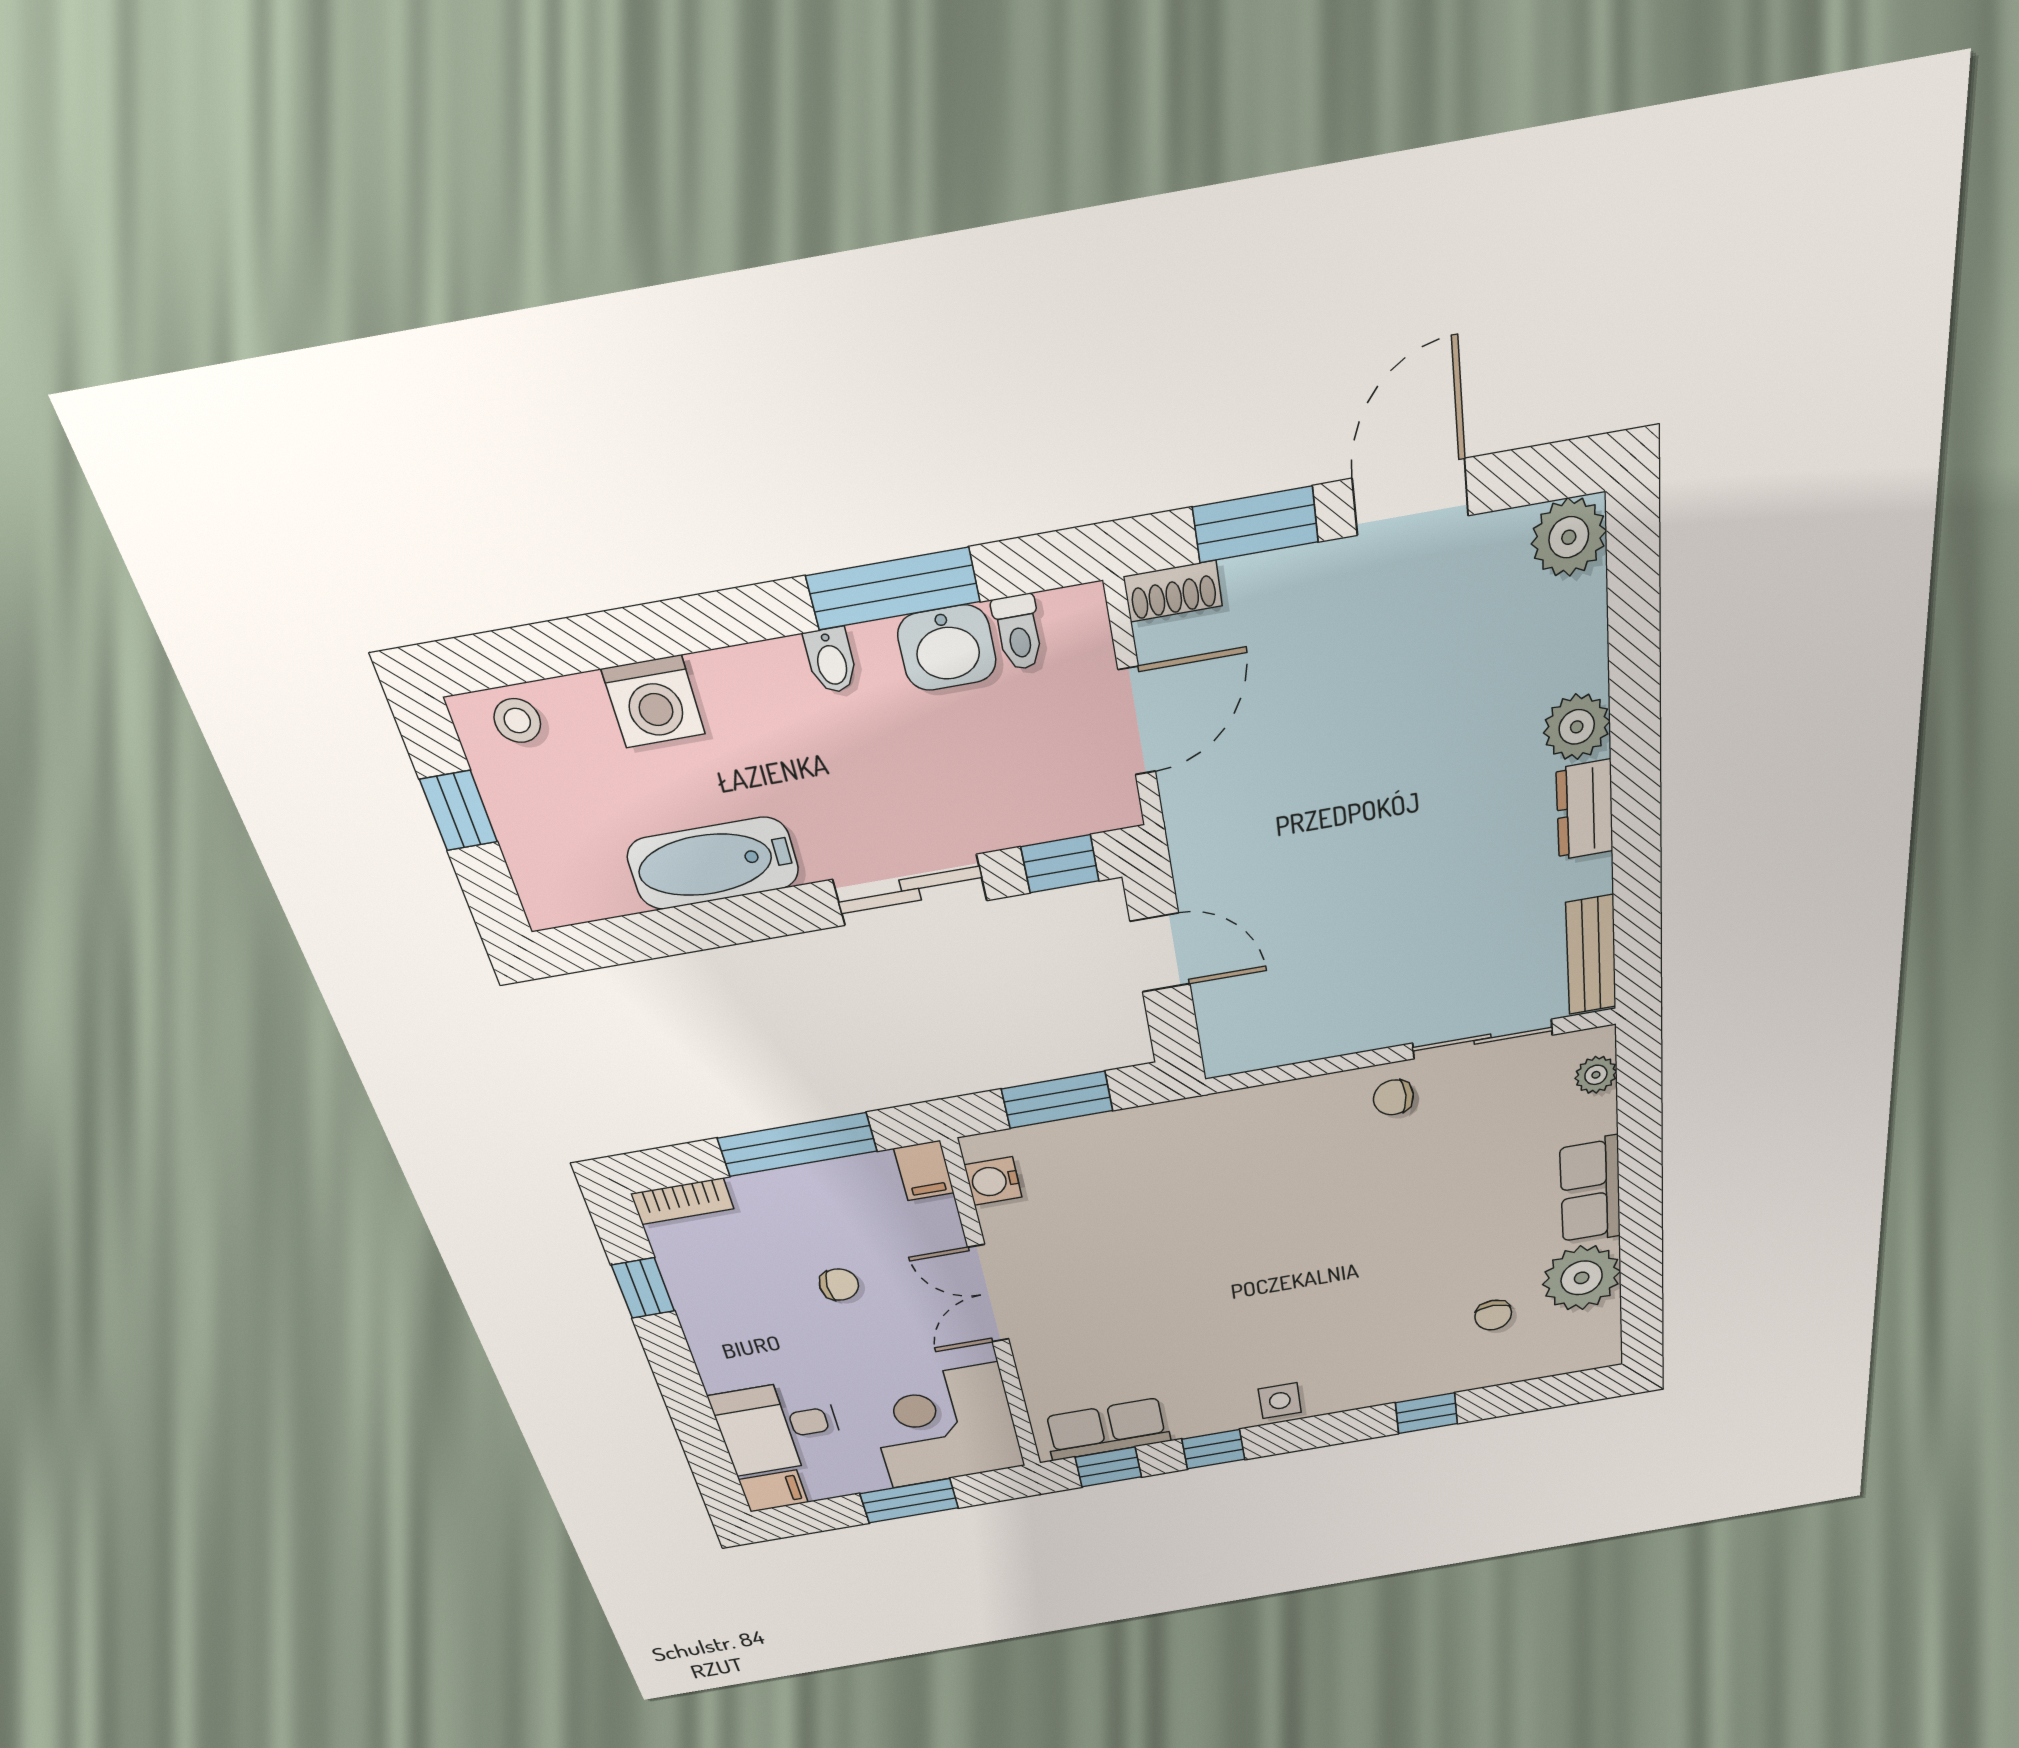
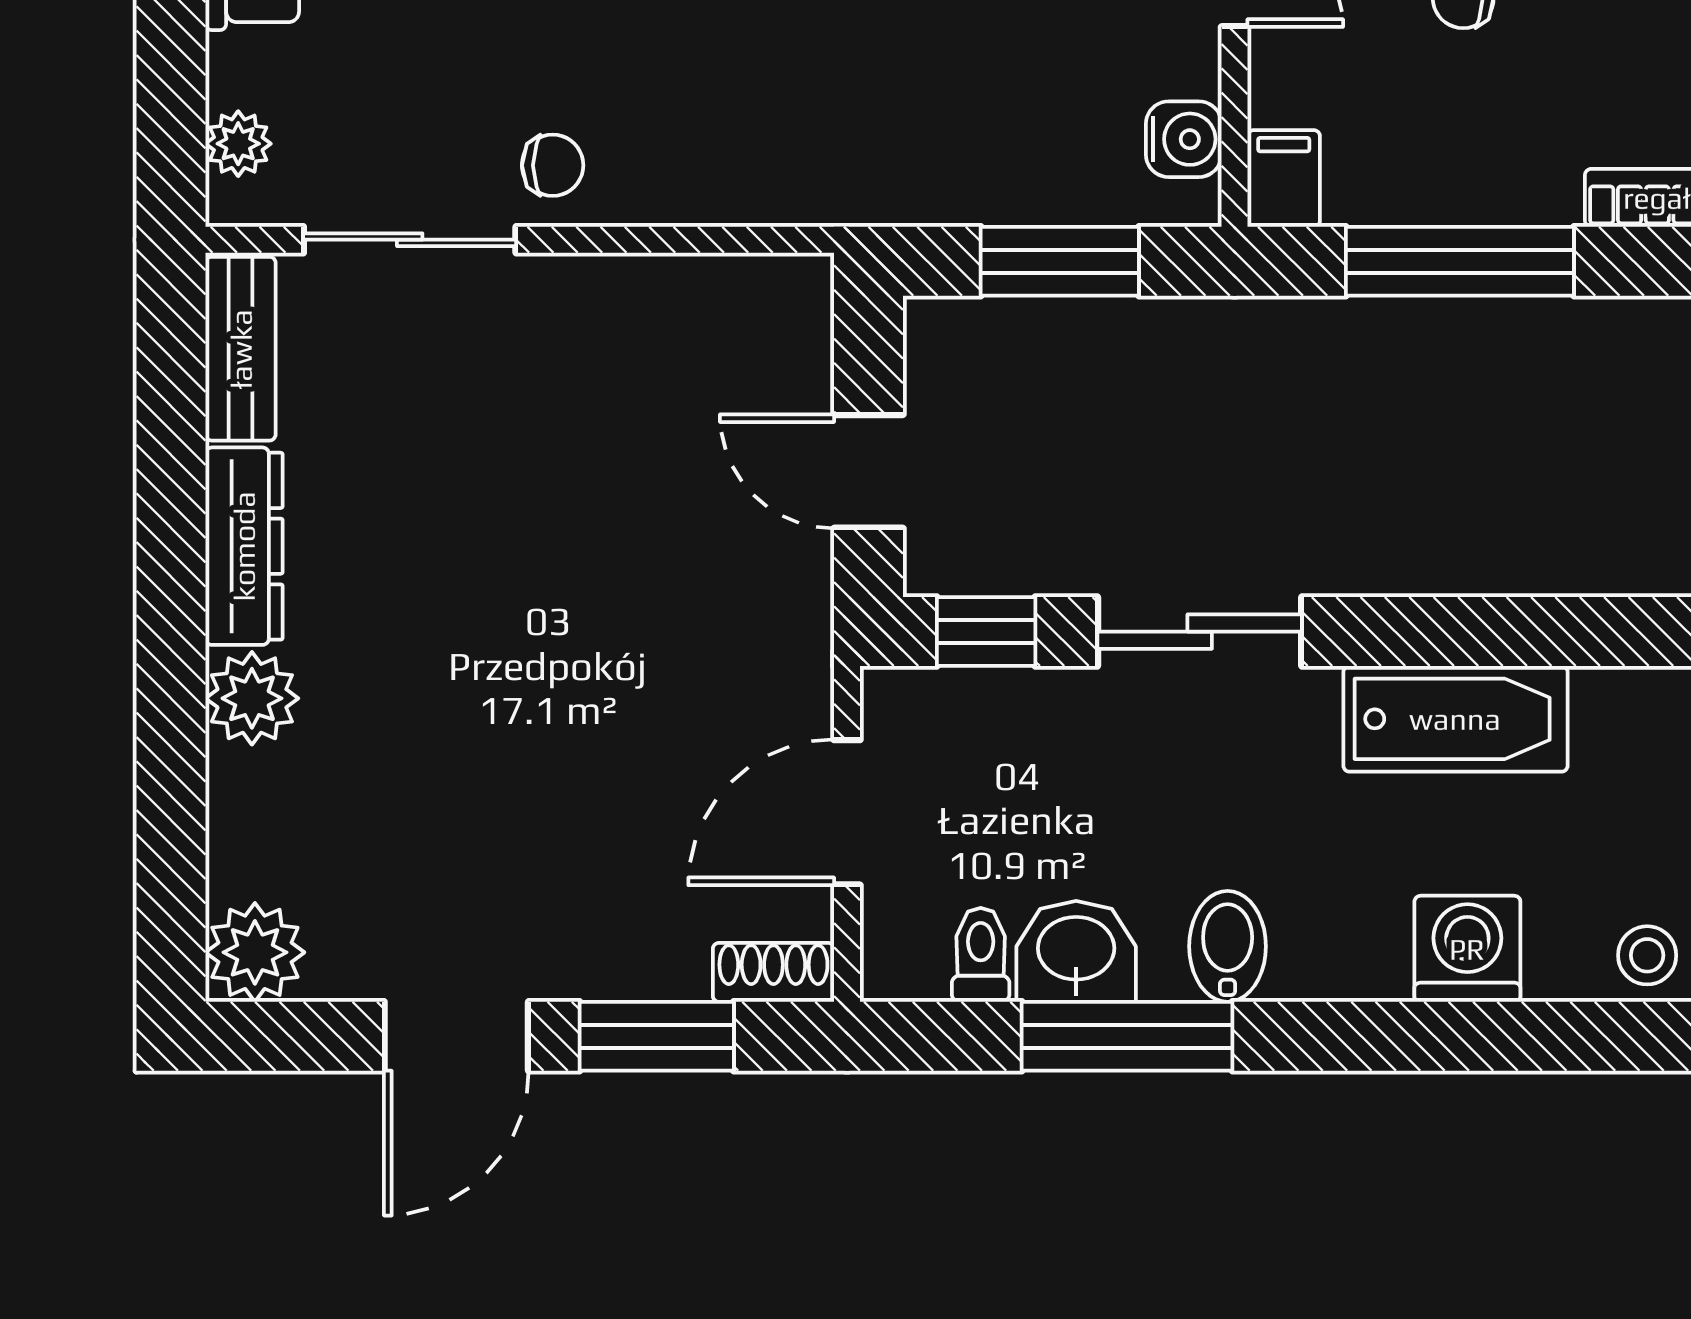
bidet: (831, 661) -> (1228, 946), width x1.38, depth x1.36
dresser: (1585, 810) -> (244, 546), width x1.44

